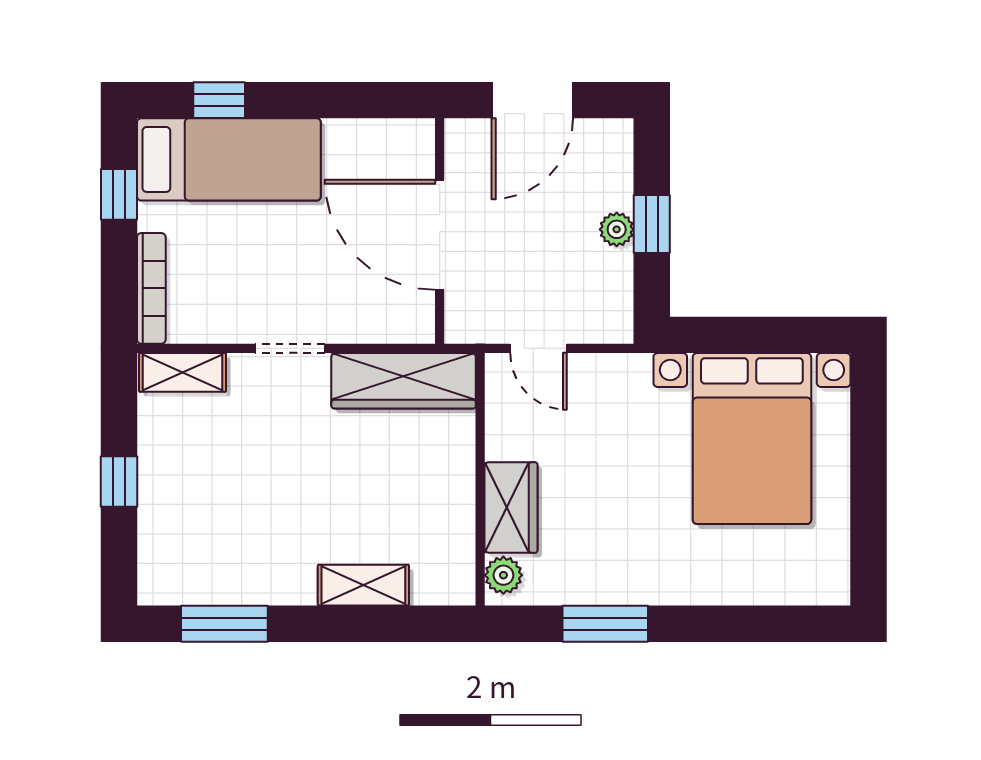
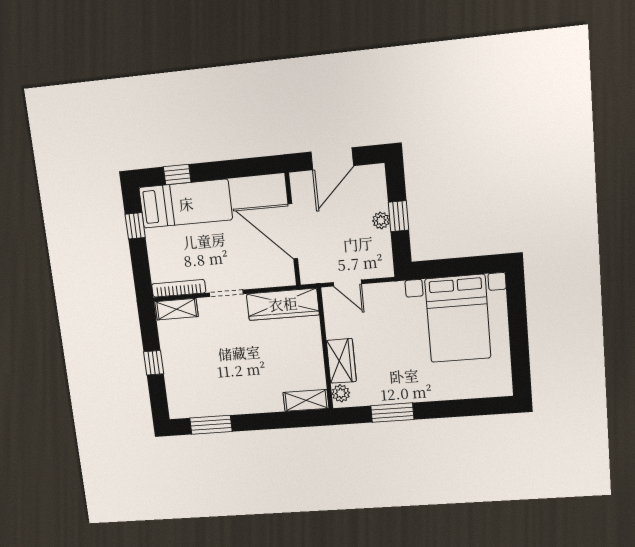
bookcase: (151, 288) -> (179, 288), moved, turned -90
shelving: (363, 585) -> (306, 400), moved

